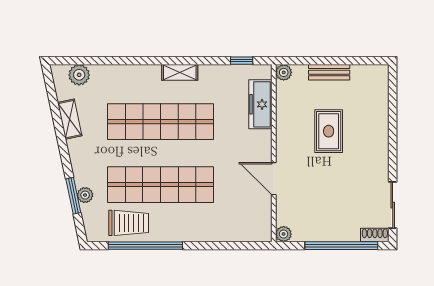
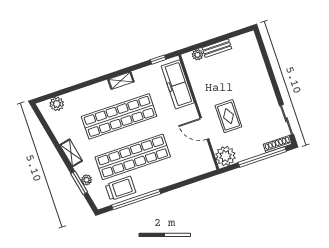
plant: (284, 72) -> (198, 55), moved
freezer: (260, 104) -> (178, 84), width x1.36, depth x1.26
shelving: (70, 119) -> (71, 153), moved
rug: (329, 131) -> (228, 116), moved
plant: (284, 234) -> (225, 156), width x1.88, depth x1.88
shoe rack: (375, 235) -> (278, 144), width x1.43

